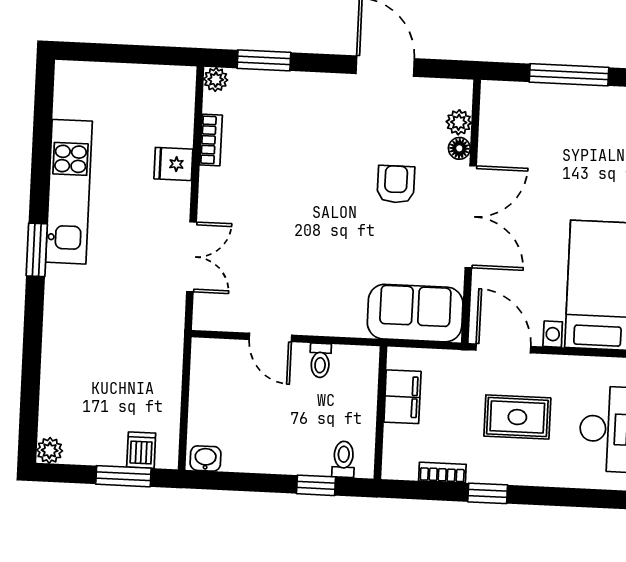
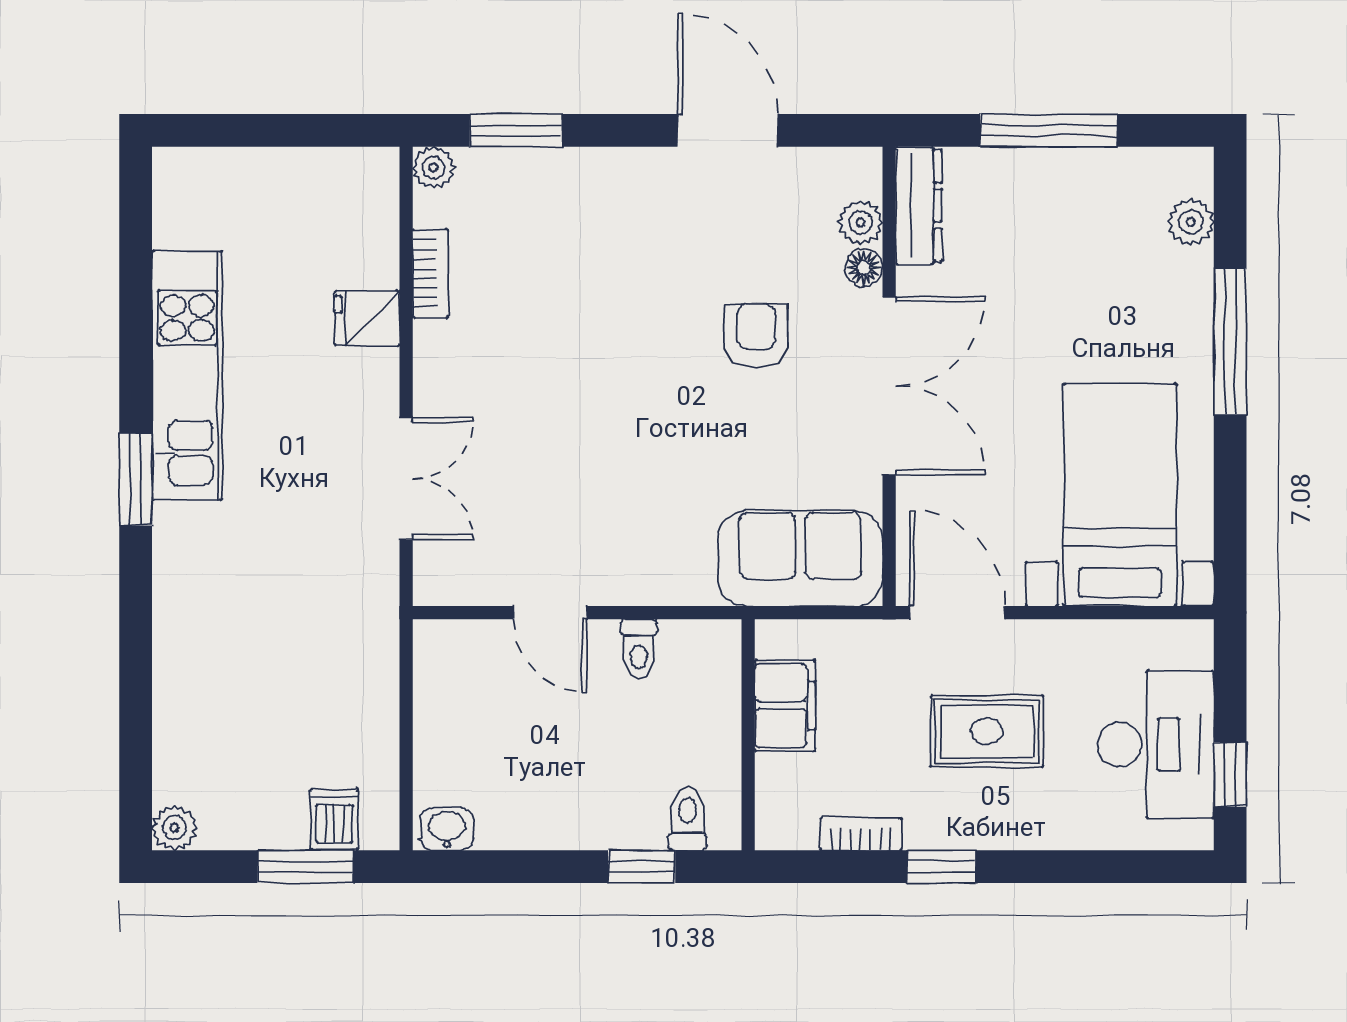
dresser: (493, 114) -> (919, 206), added

